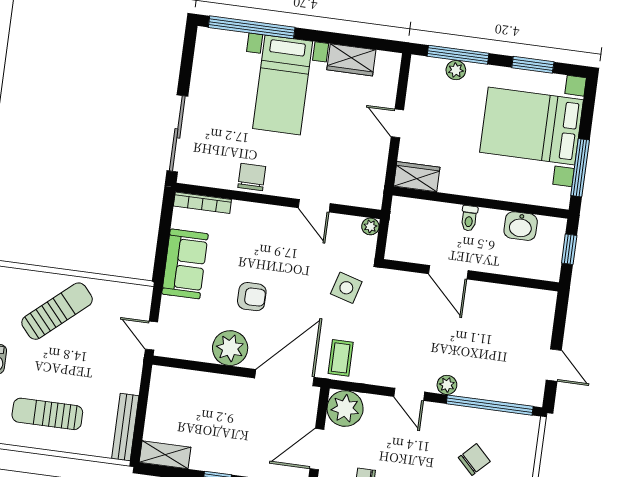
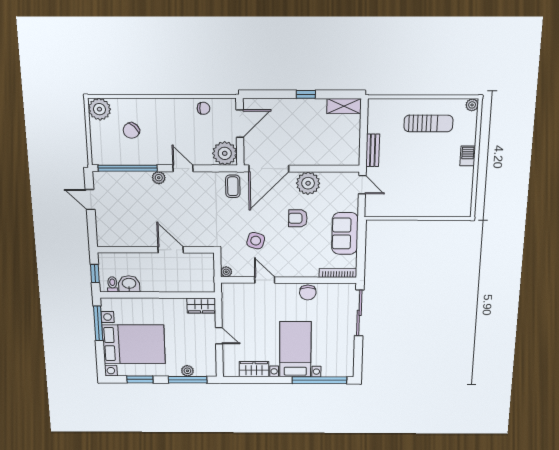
toilet: (469, 218) -> (112, 284), moved
side table: (346, 288) -> (256, 241), moved
sun lounger: (57, 311) -> (428, 193), removed
bench: (125, 427) -> (373, 150), moved, width x0.73

